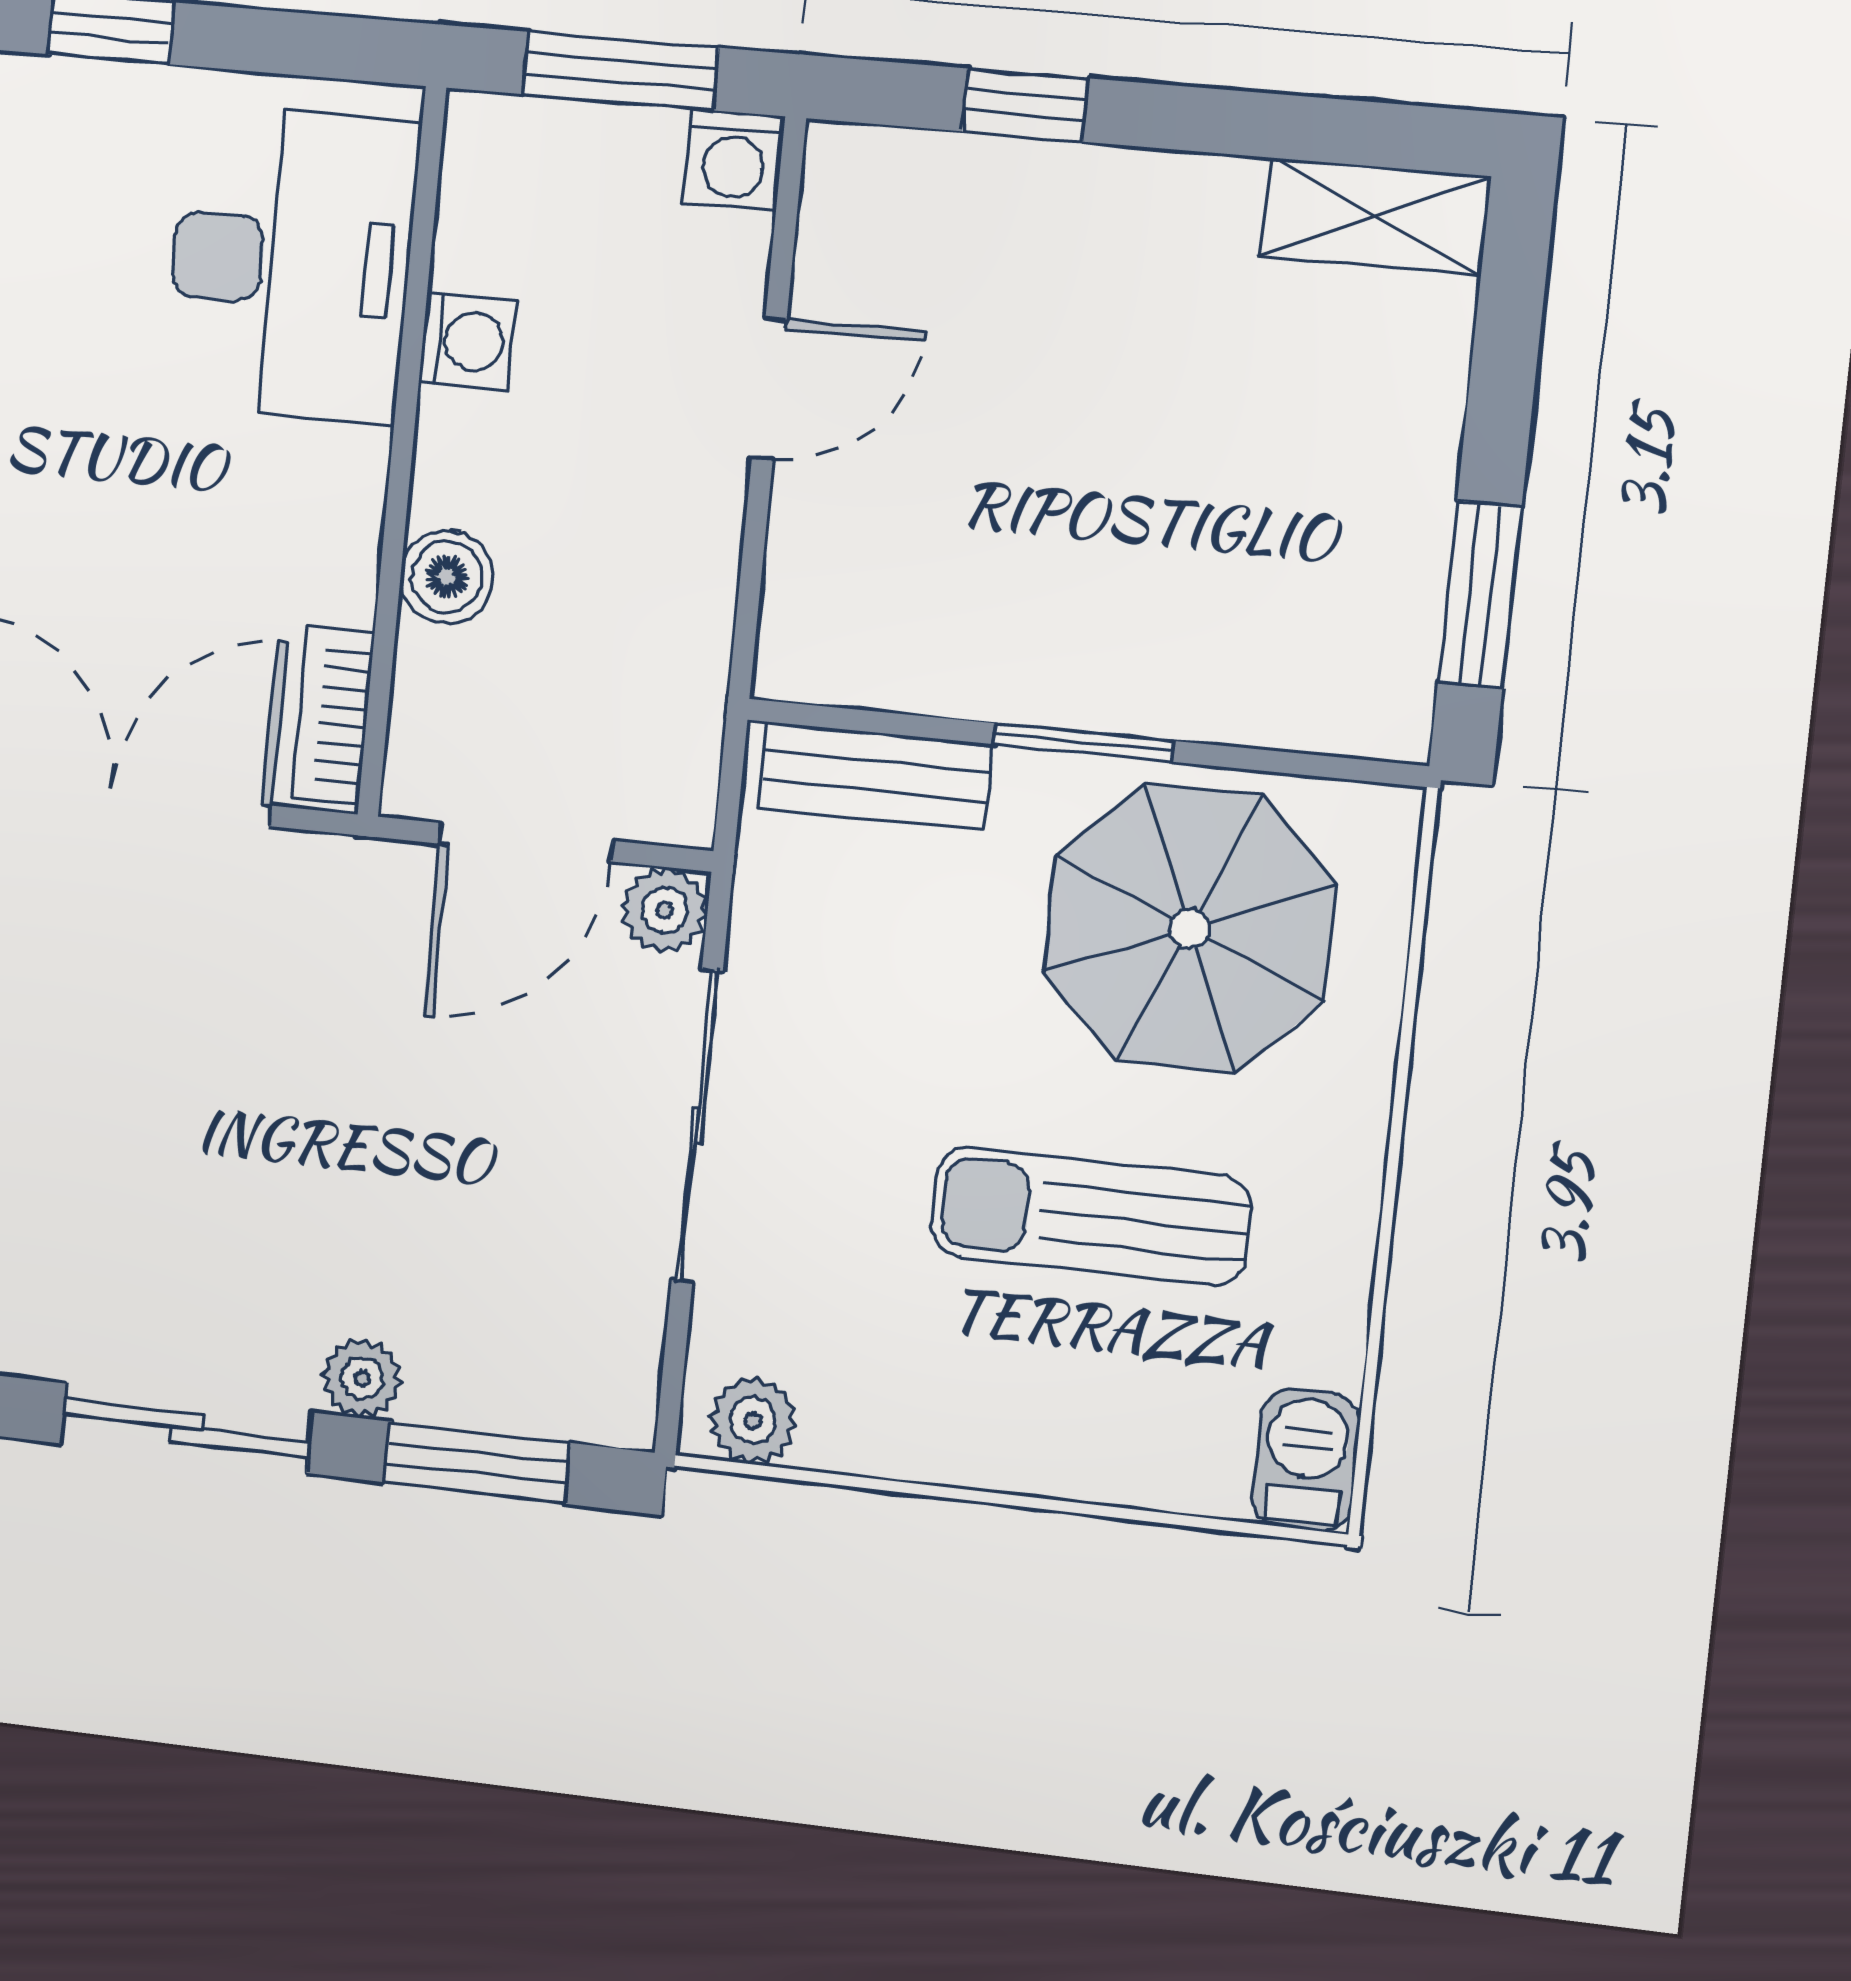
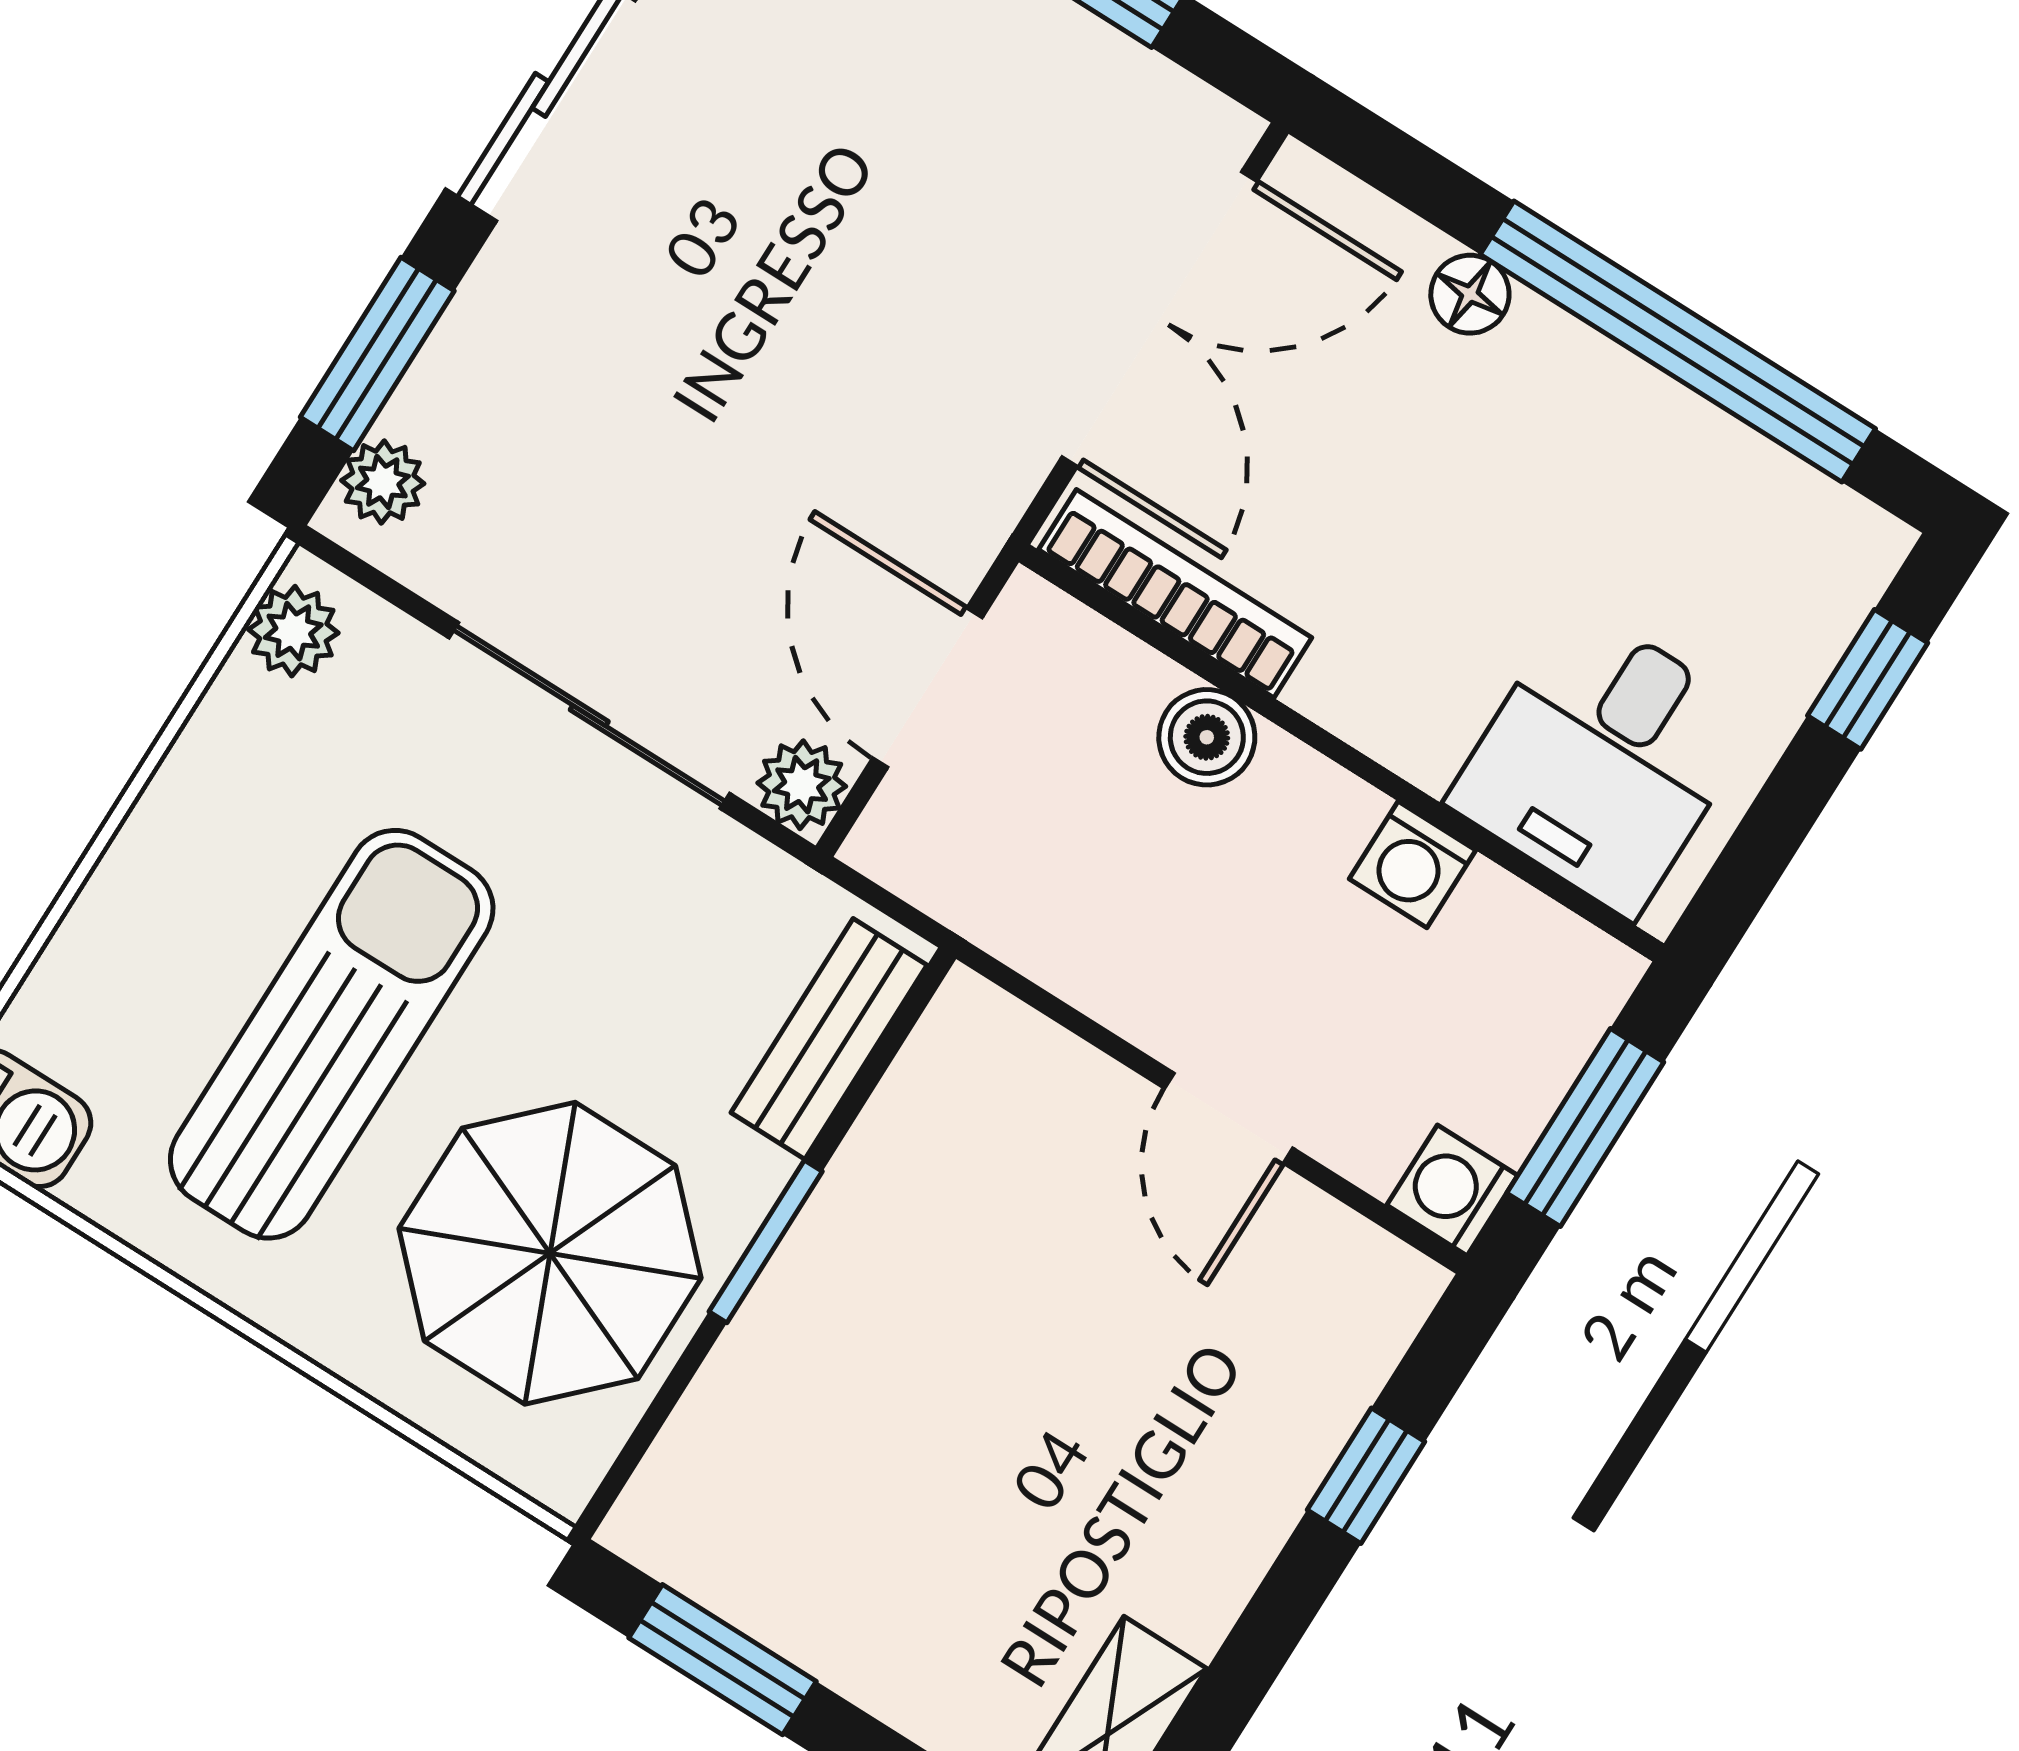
desk: (291, 263) -> (1603, 760), width x0.73
bookcase: (333, 716) -> (1175, 594), width x1.56
sun lounger: (1091, 1216) -> (332, 1034), width x1.36, depth x1.34
plant: (362, 1379) -> (383, 482), moved

